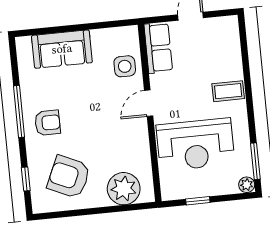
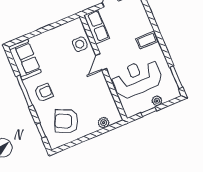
sofa: (62, 49) -> (25, 60), moved, turned -90
reception desk: (195, 145) -> (137, 78), turned 180
plant: (247, 185) -> (157, 101), moved
plant: (124, 189) -> (104, 123), width x0.53, depth x0.53

